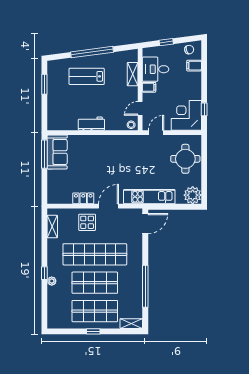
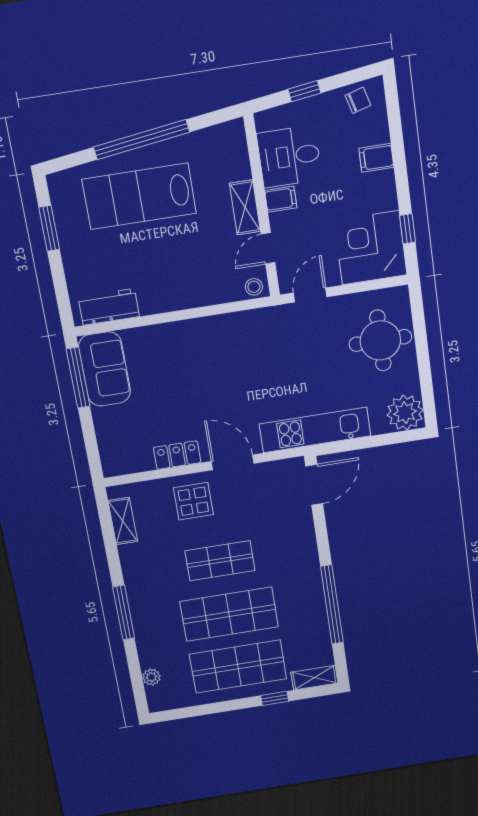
filing cabinet: (194, 66) -> (376, 158), moved
shelving: (133, 74) -> (245, 207), moved
lab bench: (87, 76) -> (139, 196), width x1.36, depth x1.39
workbench: (91, 124) -> (109, 307), moved
door: (109, 206) -> (233, 462), hinge flipped
shop shelf: (95, 254) -> (220, 561), width x0.50, depth x0.74
window: (44, 273) -> (124, 613), width x2.17
plant: (52, 281) -> (151, 677), moved
window: (93, 331) -> (275, 698), moved

